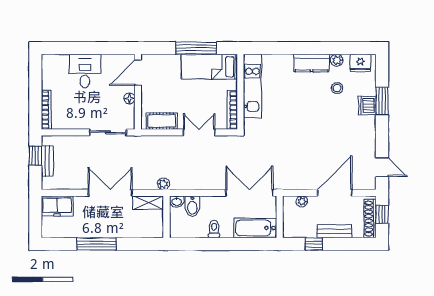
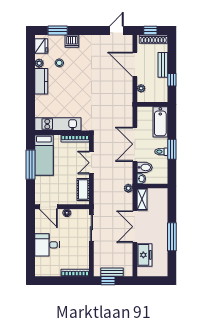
window: (382, 101) -> (58, 30), moved
double door: (249, 193) -> (135, 144), moved
freezer: (57, 206) -> (144, 255), moved
window: (217, 244) -> (172, 149), added

